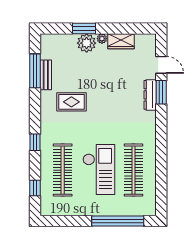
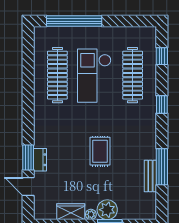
window: (35, 71) -> (162, 167), moved
dresser: (150, 95) -> (40, 160), width x0.70
rug: (71, 102) -> (100, 151), moved, turned 90

